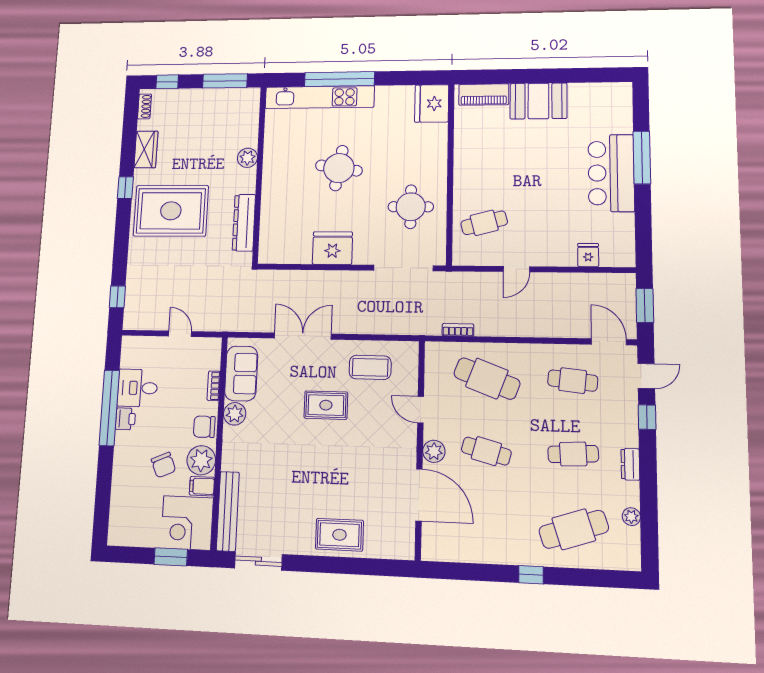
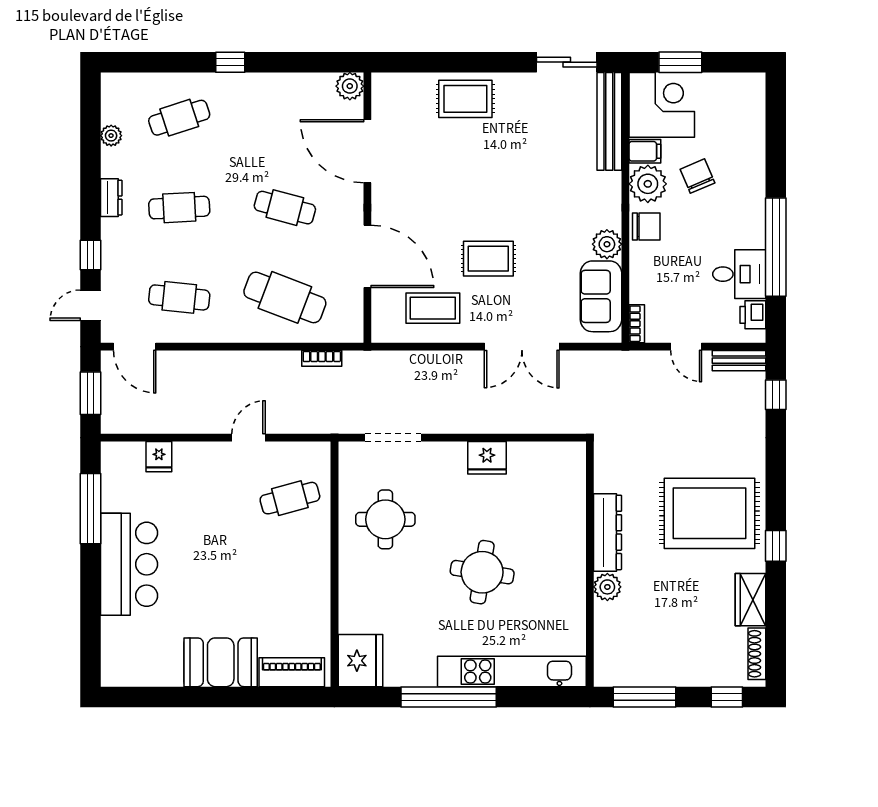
window: (339, 79) -> (449, 697), moved
shoe rack: (144, 106) -> (757, 654), width x1.43
window: (642, 158) -> (90, 509), moved
dresser: (244, 223) -> (608, 532), moved
fridge: (332, 248) -> (487, 458), width x0.73, depth x0.75
doorway: (403, 268) -> (393, 438), width x0.73
bench: (142, 323) -> (739, 361), added
bookcase: (214, 386) -> (637, 324), moved
door: (421, 410) -> (367, 256), width x1.87
printer: (125, 419) -> (753, 315), moved
plant: (434, 451) -> (350, 86), moved
cafe table: (574, 529) -> (179, 118), width x0.73, depth x0.74

